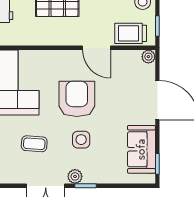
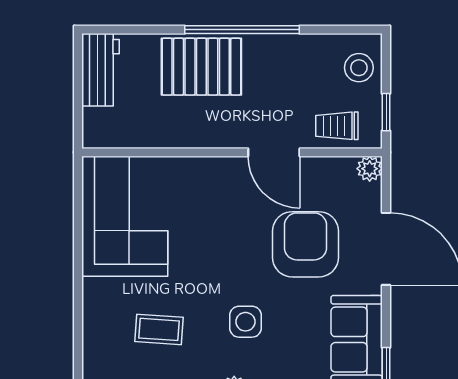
trolley: (131, 33) -> (337, 126), width x0.73, depth x0.72
armchair: (77, 99) -> (305, 244), moved

